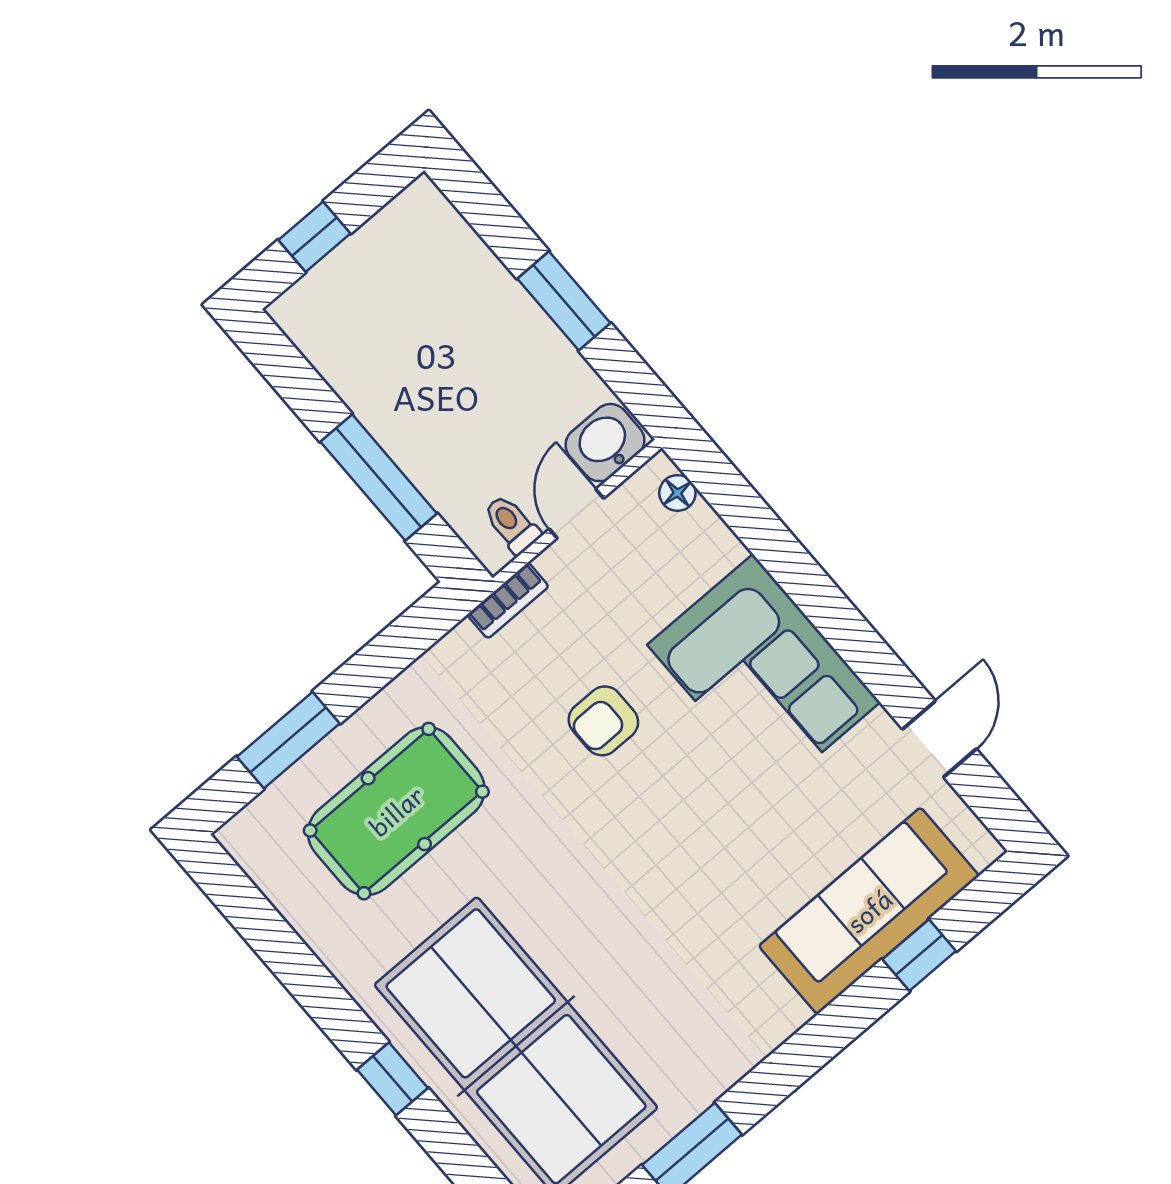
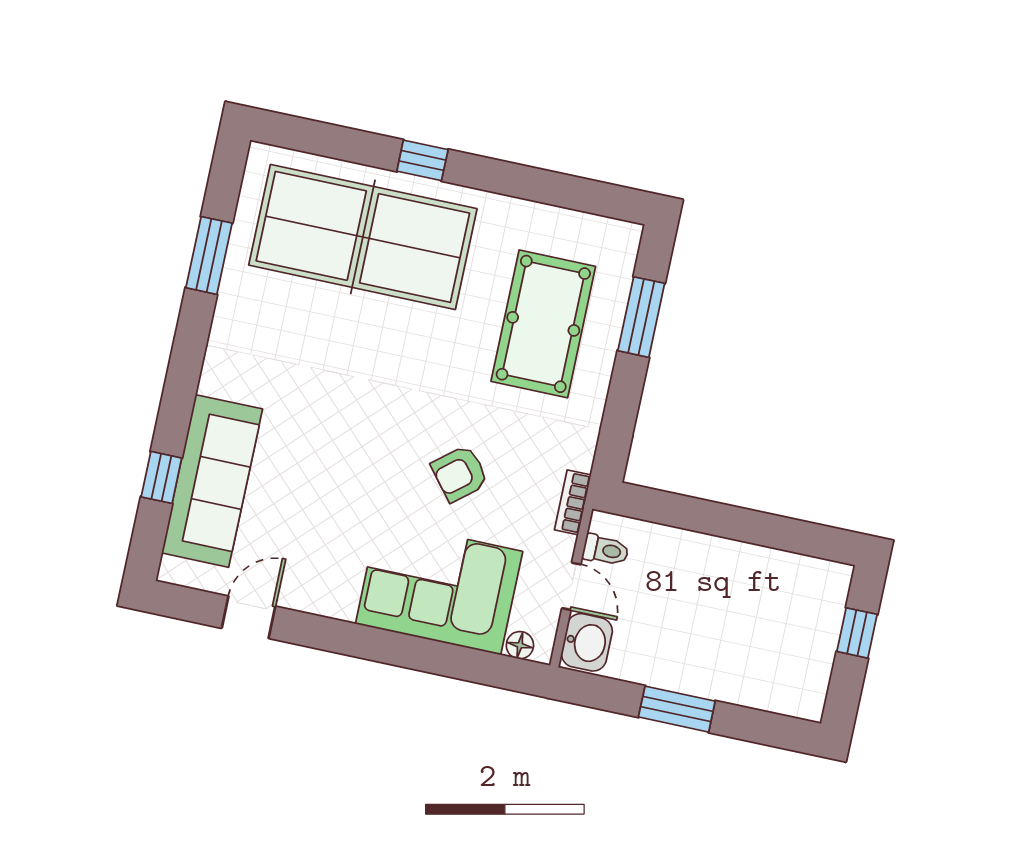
window: (379, 478) -> (707, 517), removed
corner sofa: (764, 673) -> (439, 588), moved
armchair: (603, 721) -> (460, 474), turned -129
door: (939, 739) -> (249, 617), swing flipped

